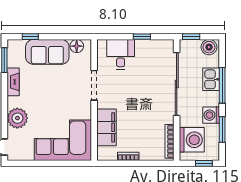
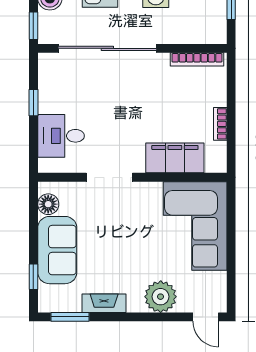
washing machine: (192, 140) -> (194, 25), removed

